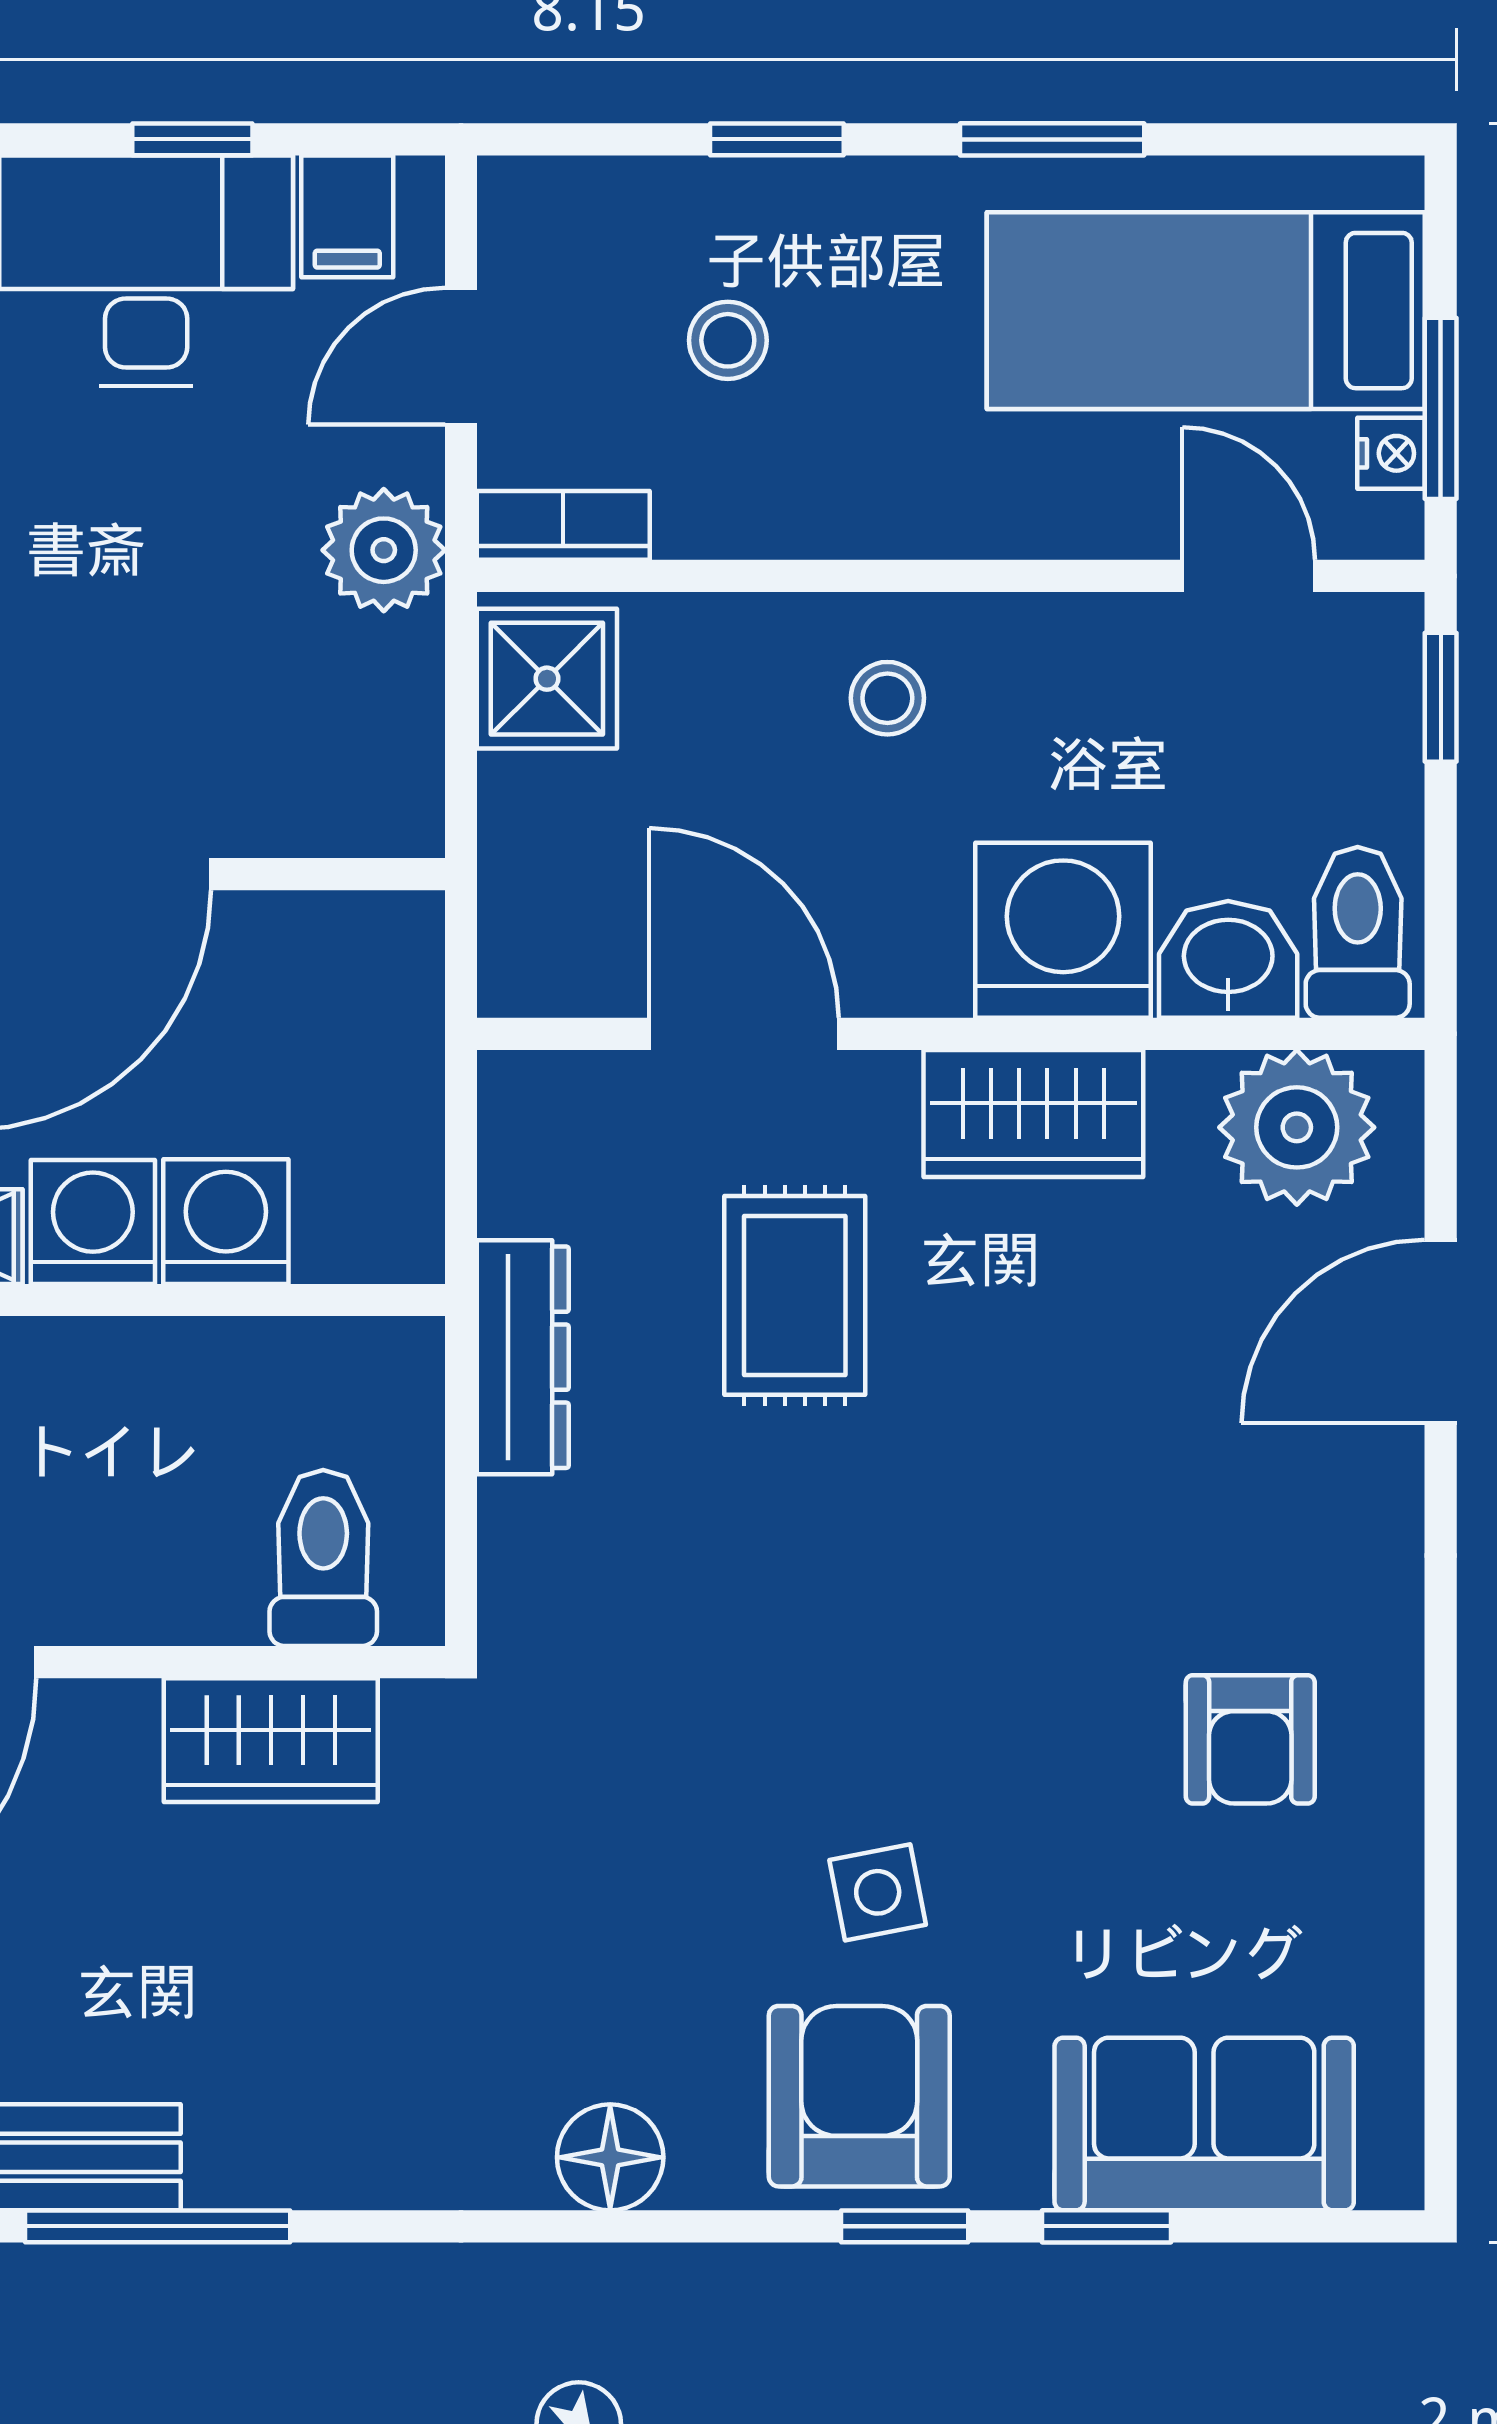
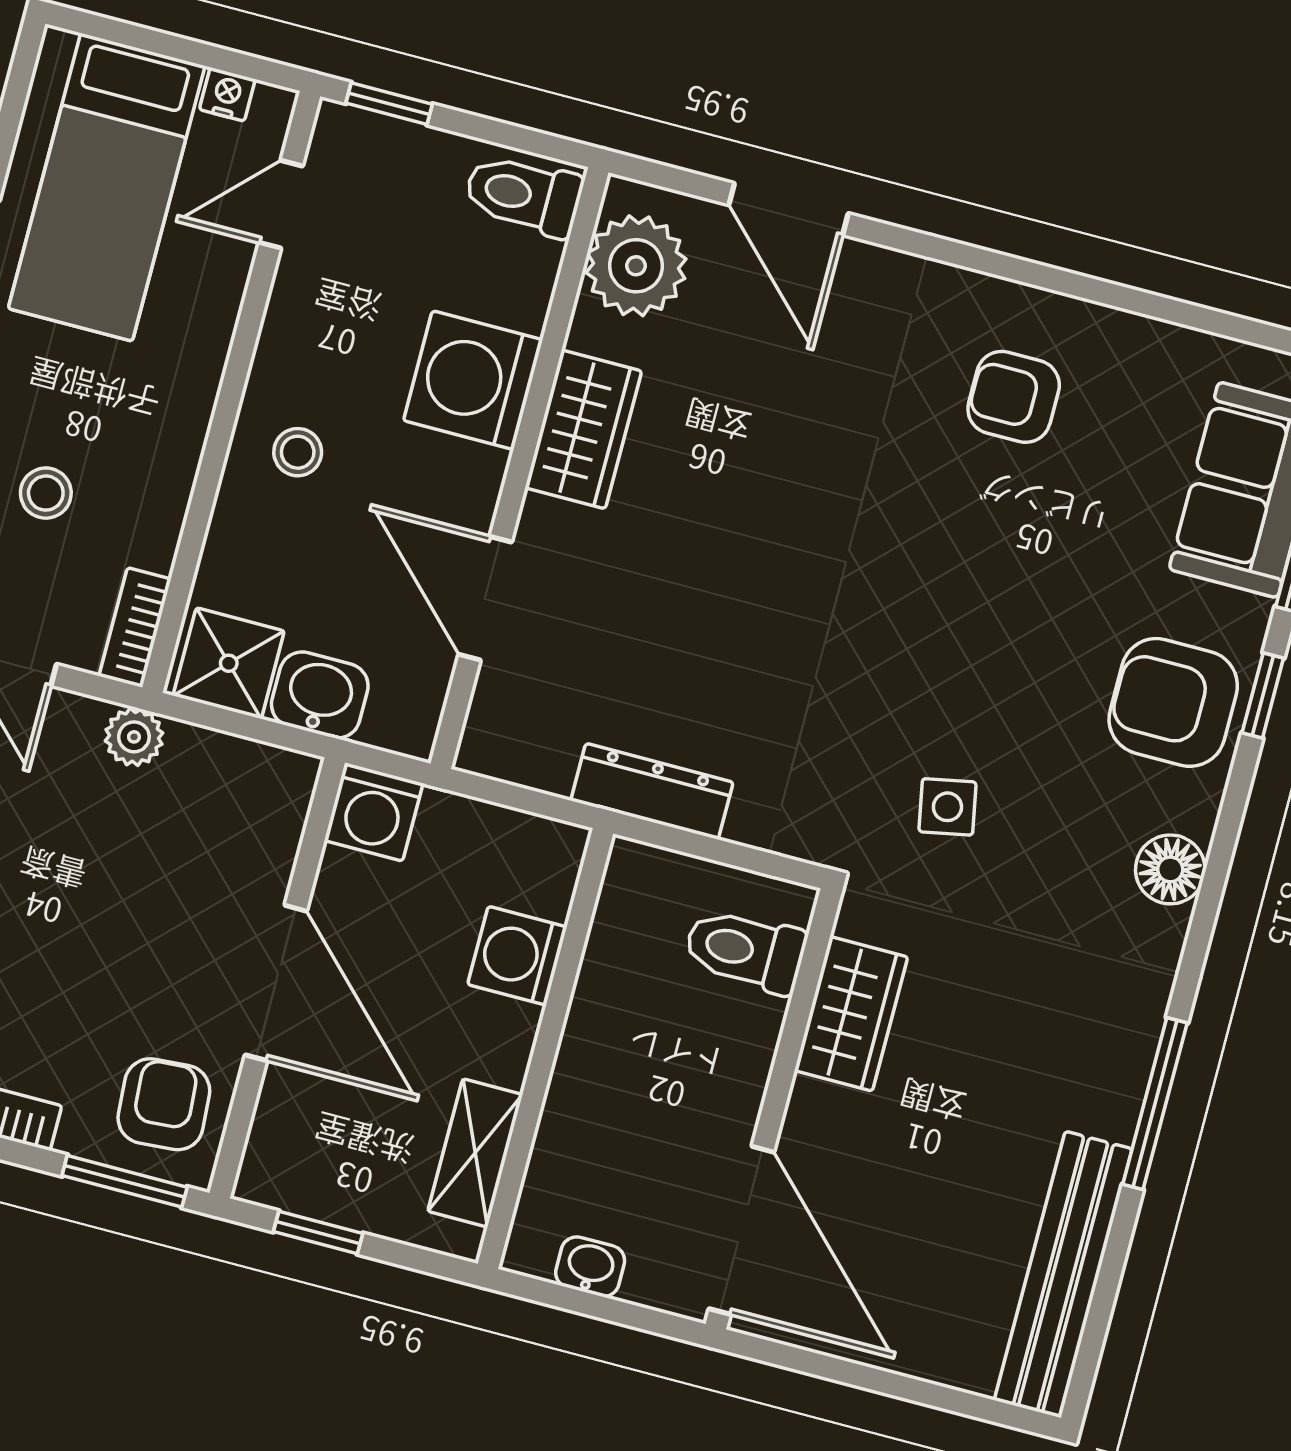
window: (1441, 408) -> (207, 56), removed
plant: (384, 550) -> (134, 737), width x0.73, depth x0.73
washbasin: (1228, 959) -> (320, 695), moved, turned 90
door: (744, 1034) -> (485, 598), hinge flipped
washing machine: (93, 1222) -> (374, 812), moved, turned -90
rug: (795, 1295) -> (658, 610), removed
armchair: (1250, 1739) -> (1014, 397), turned 180
side table: (878, 1892) -> (947, 807), moved
window: (158, 2226) -> (1155, 1104), moved

